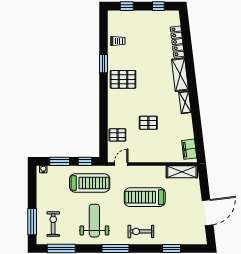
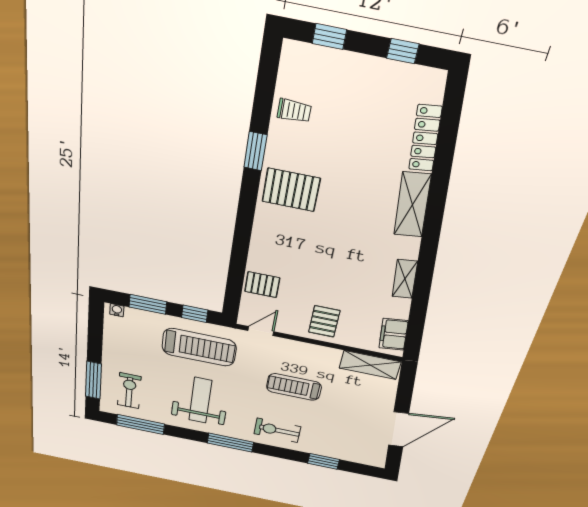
shelving: (185, 102) -> (405, 279), moved
pallet: (148, 123) -> (324, 321), moved, turned 90
treadmill: (145, 197) -> (294, 387), width x0.73, depth x0.73

